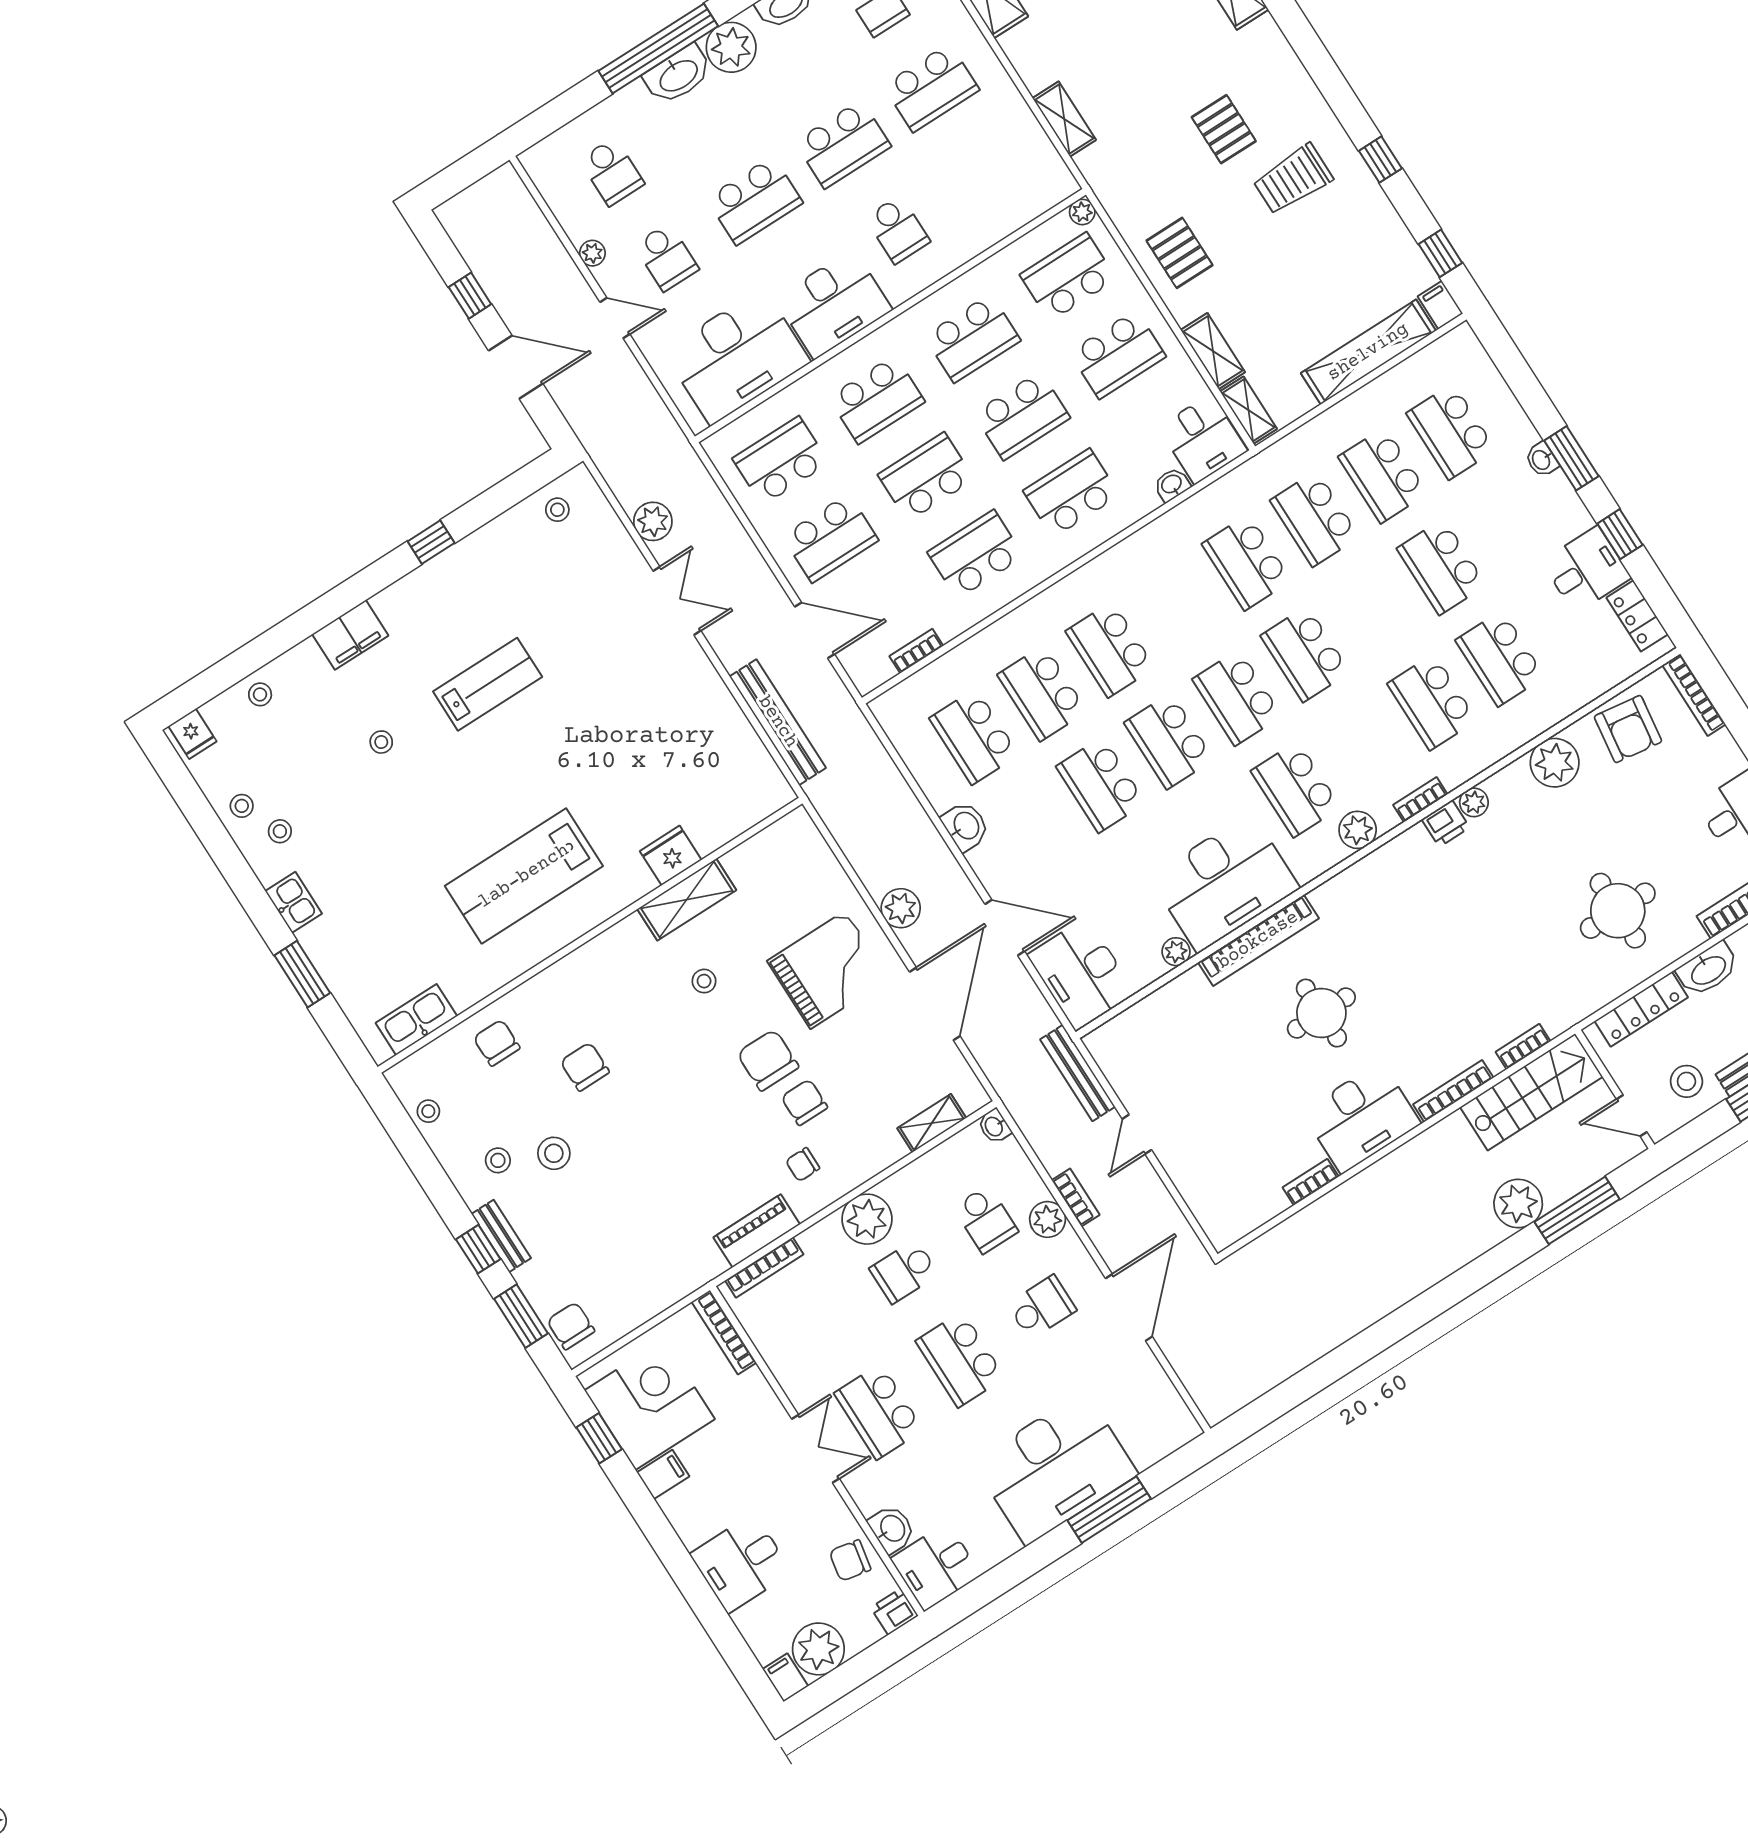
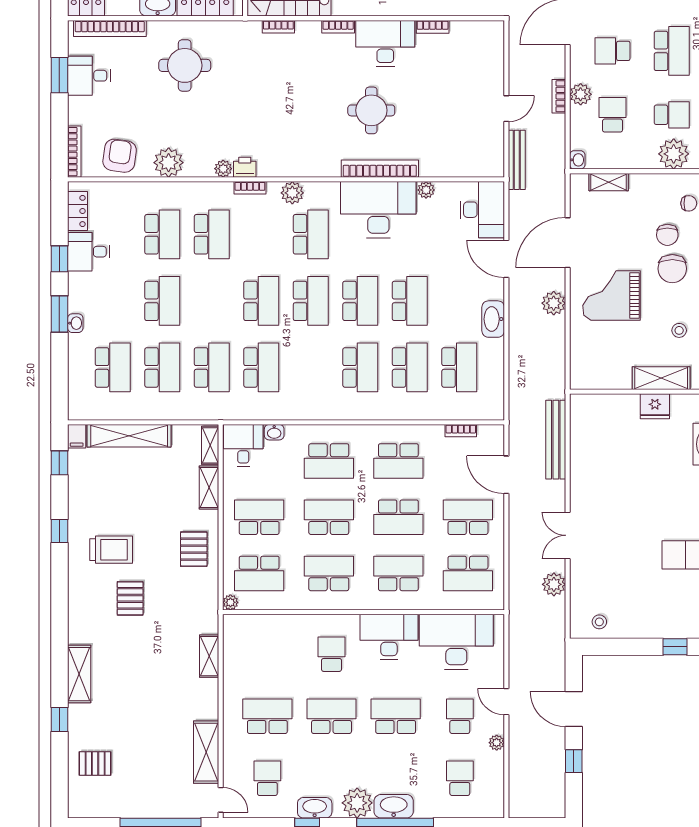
washbasin: (966, 826) -> (493, 319), width x1.38
bookcase: (1453, 1091) -> (338, 27), width x0.64

